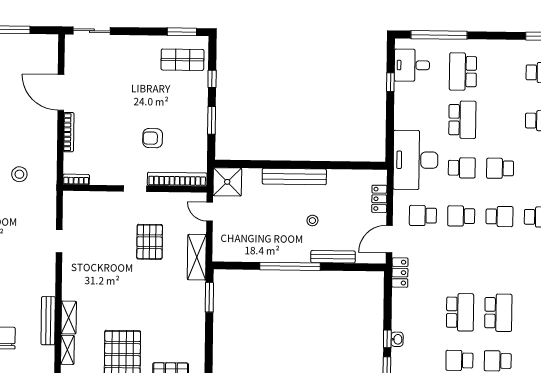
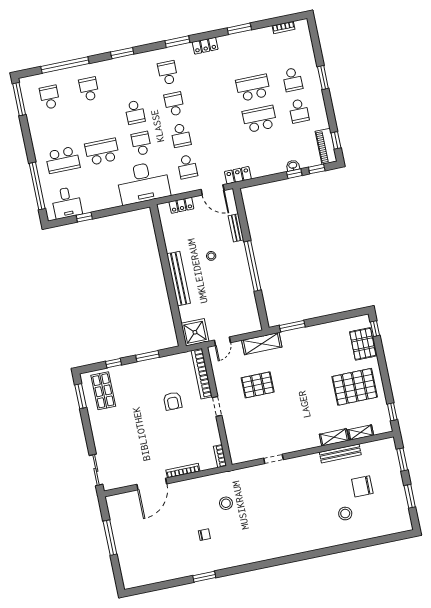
bench: (333, 257) -> (236, 228), width x0.73

